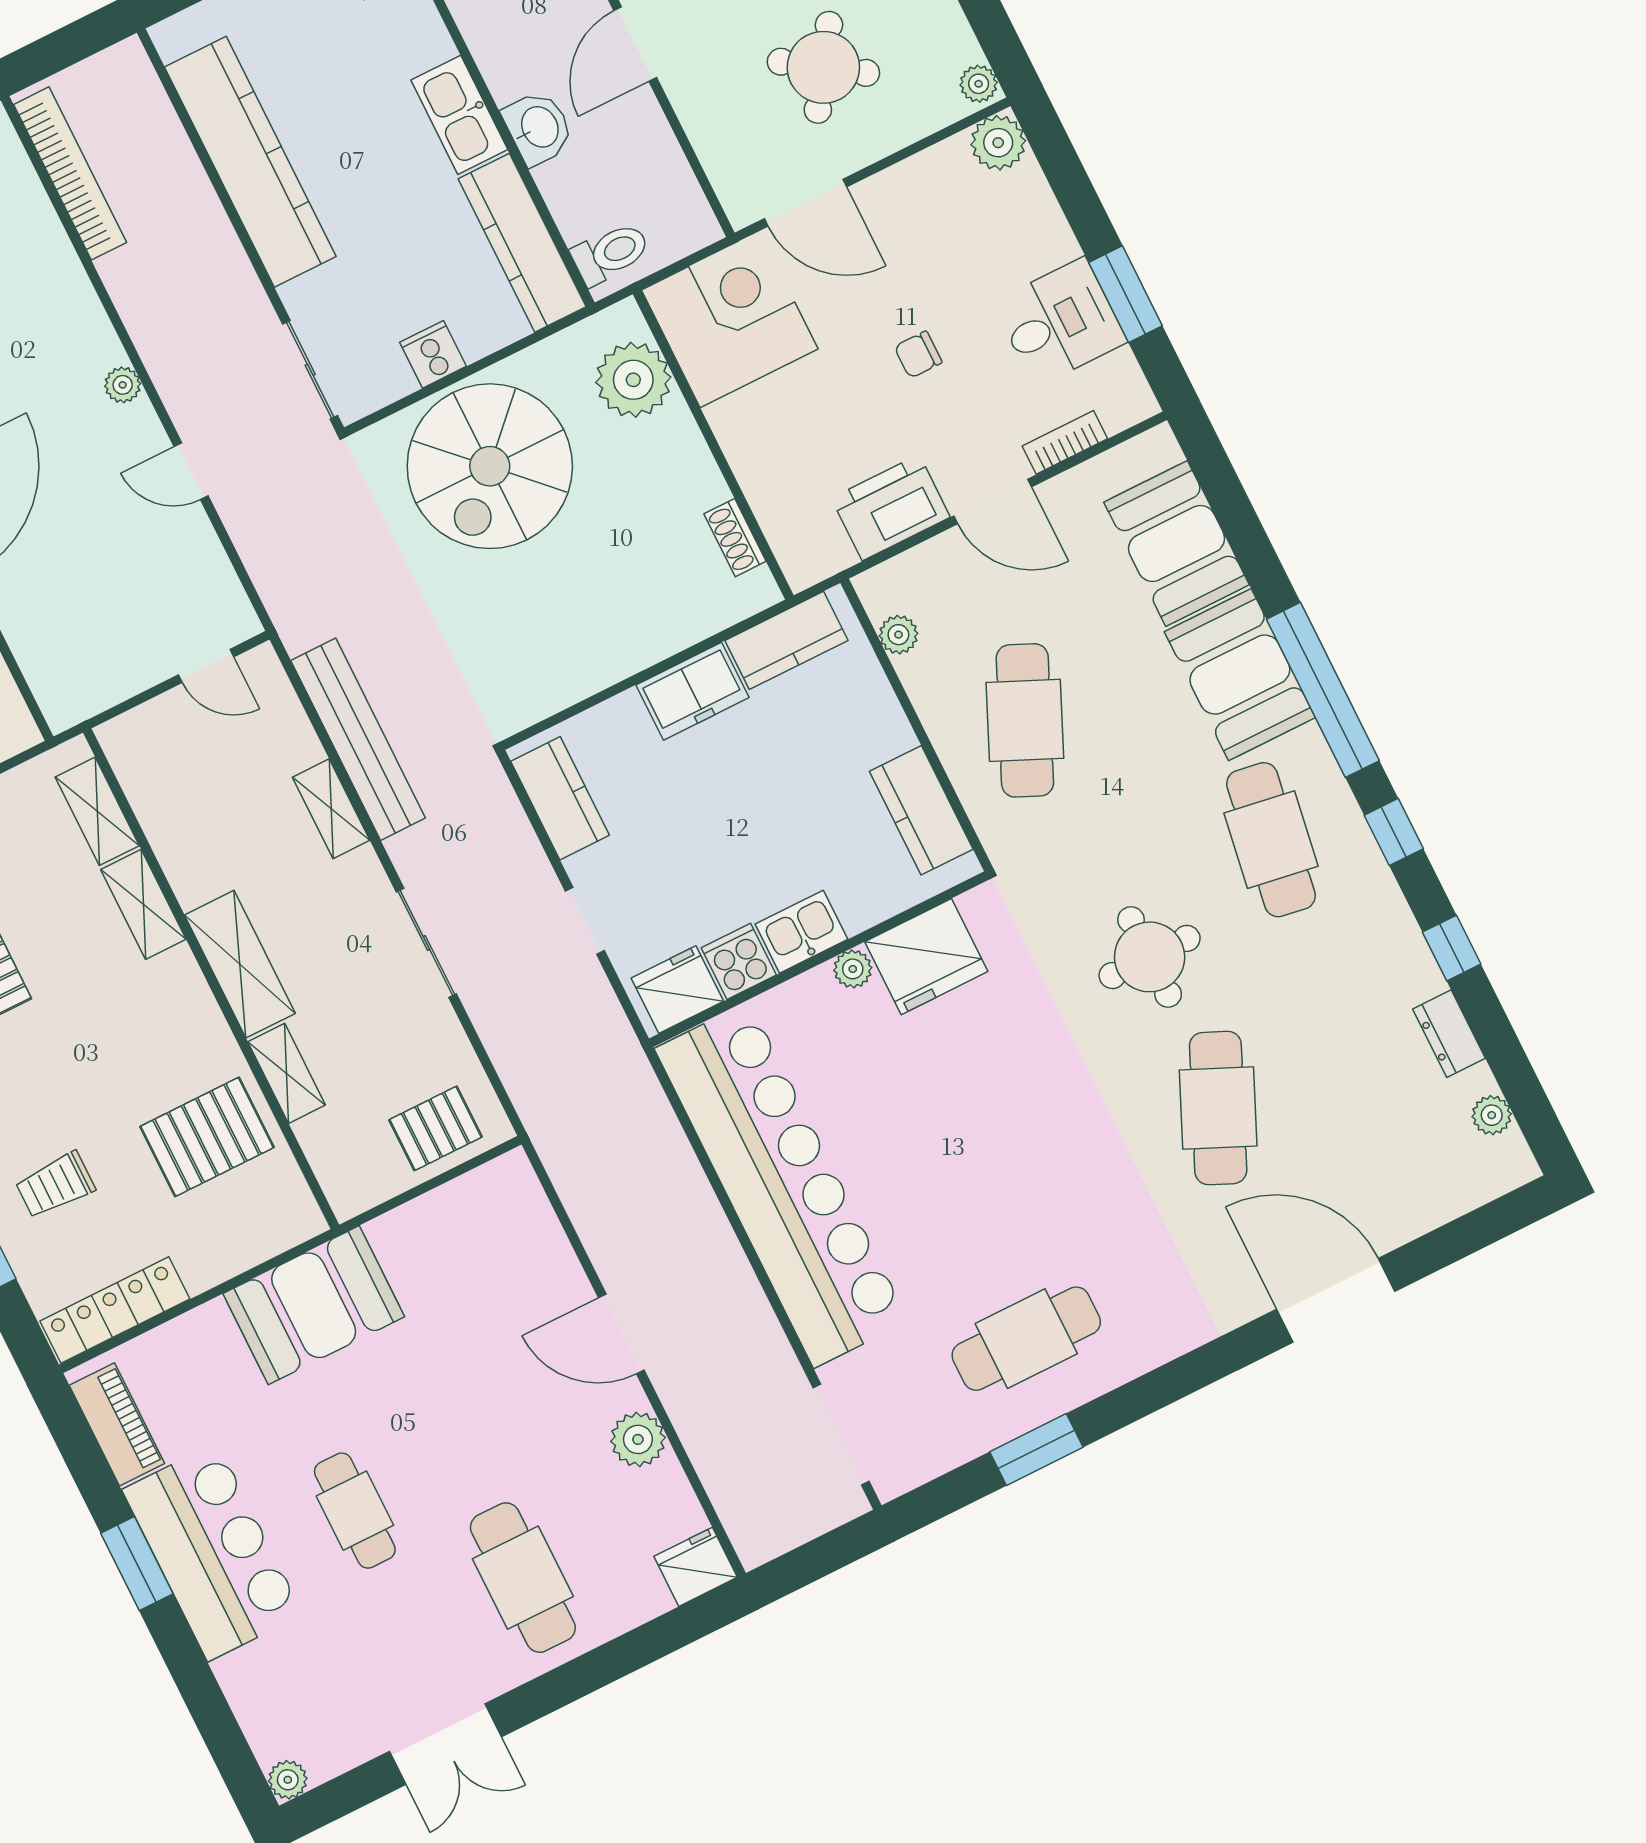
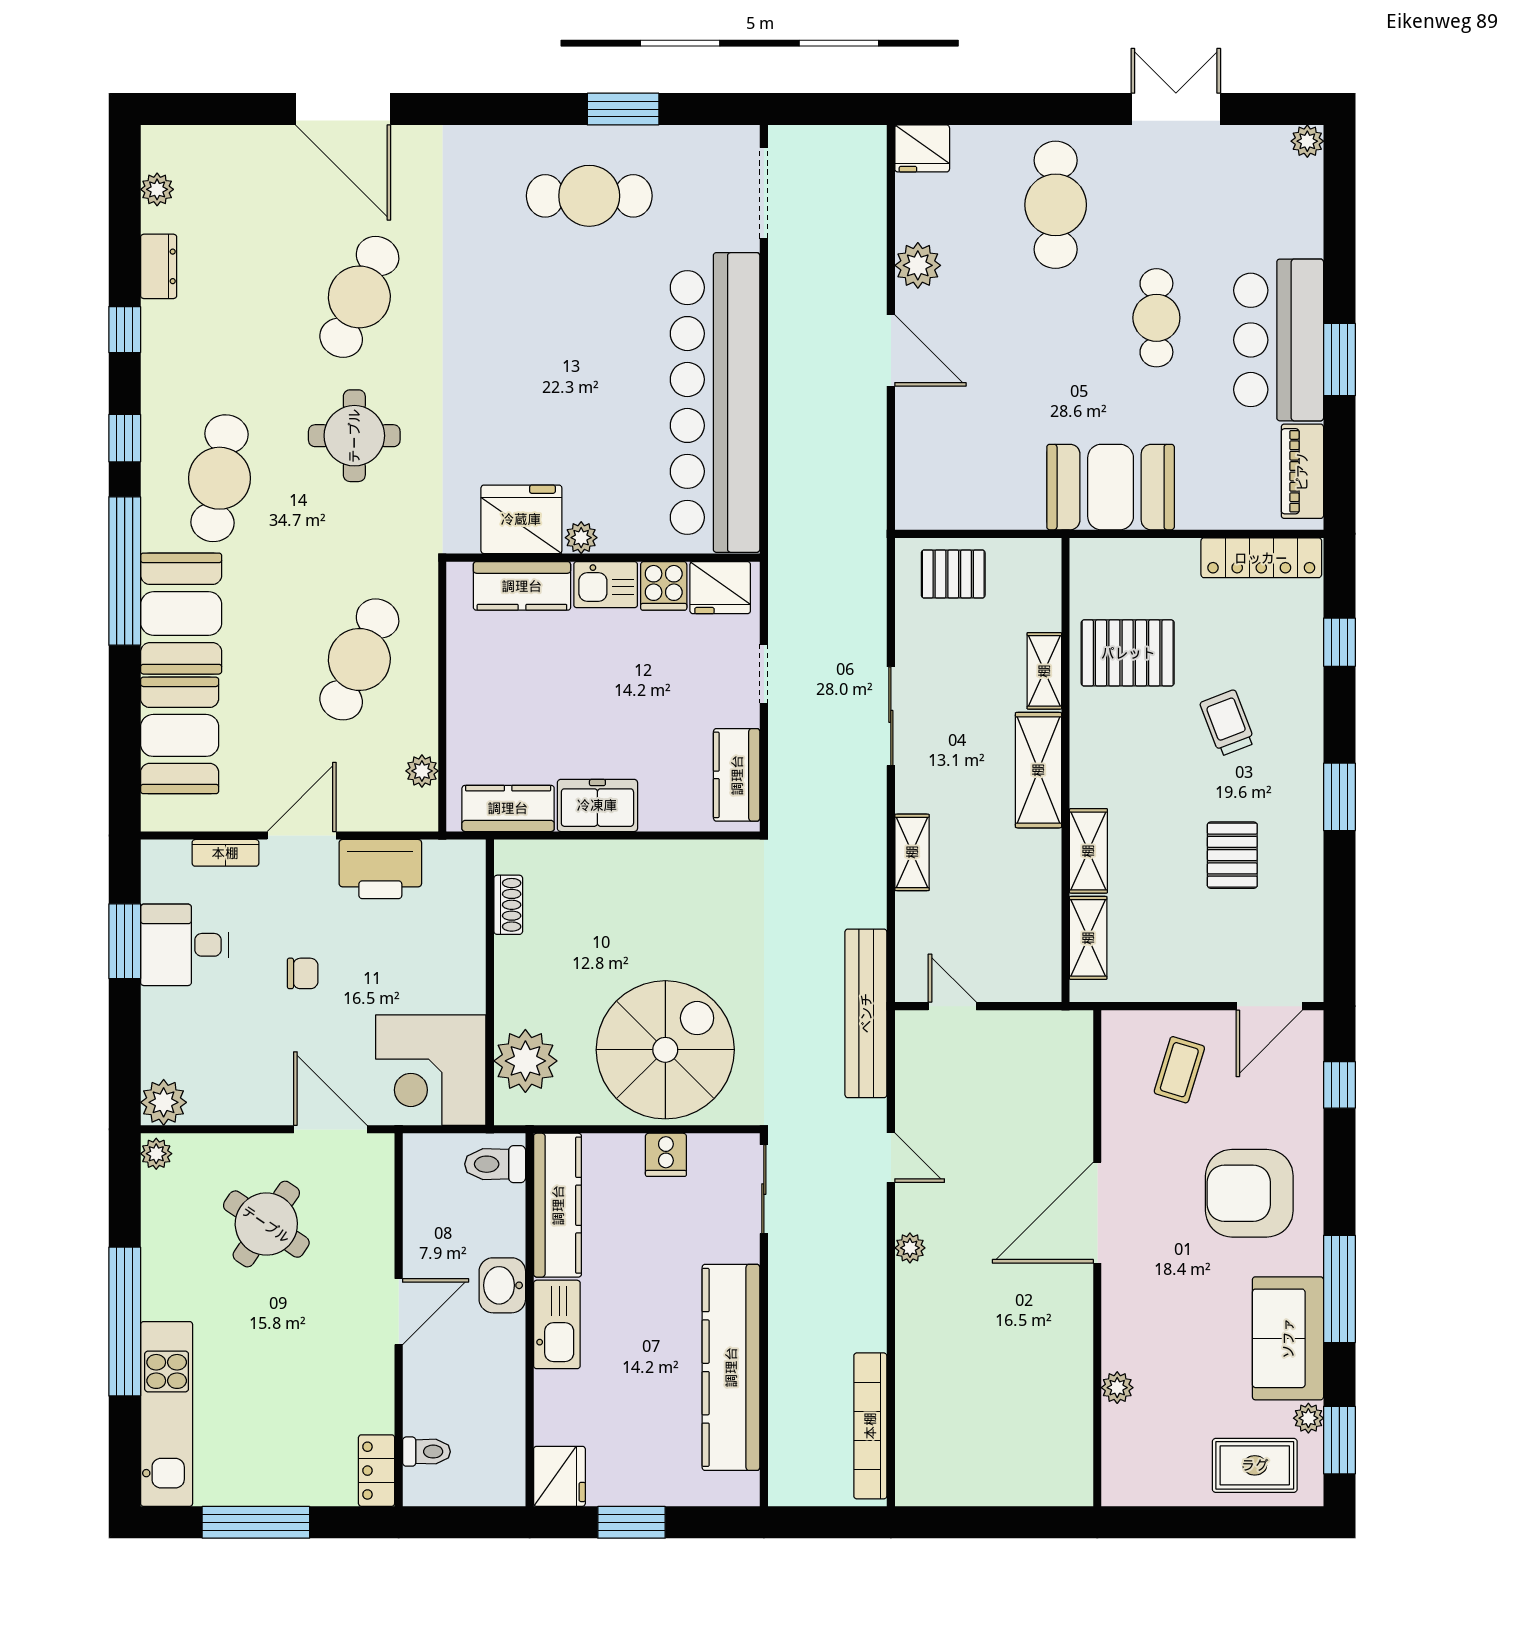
door: (993, 502) -> (302, 835), hinge flipped
bench: (358, 739) -> (866, 1013), moved
kitchen counter: (921, 810) -> (522, 586), moved, turned 90
trolley: (55, 1185) -> (1227, 723), moved, turned -111

